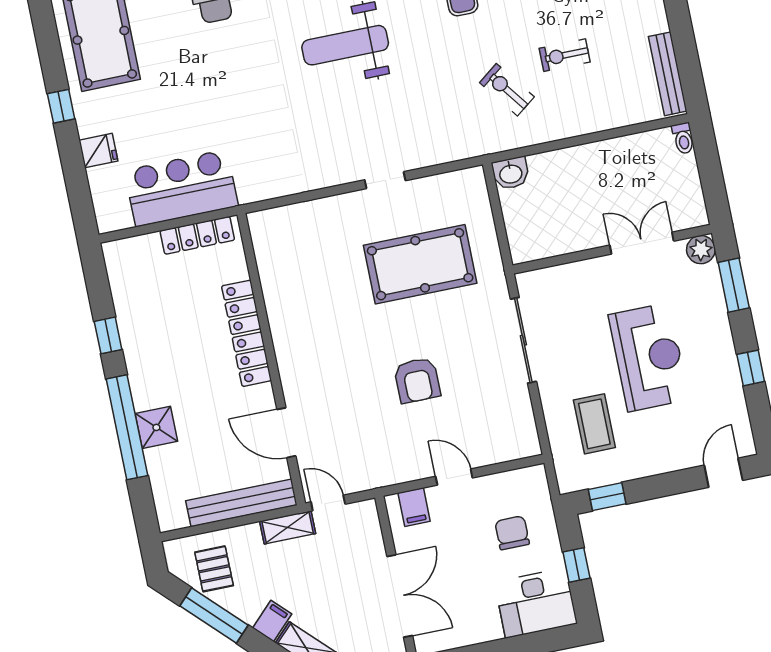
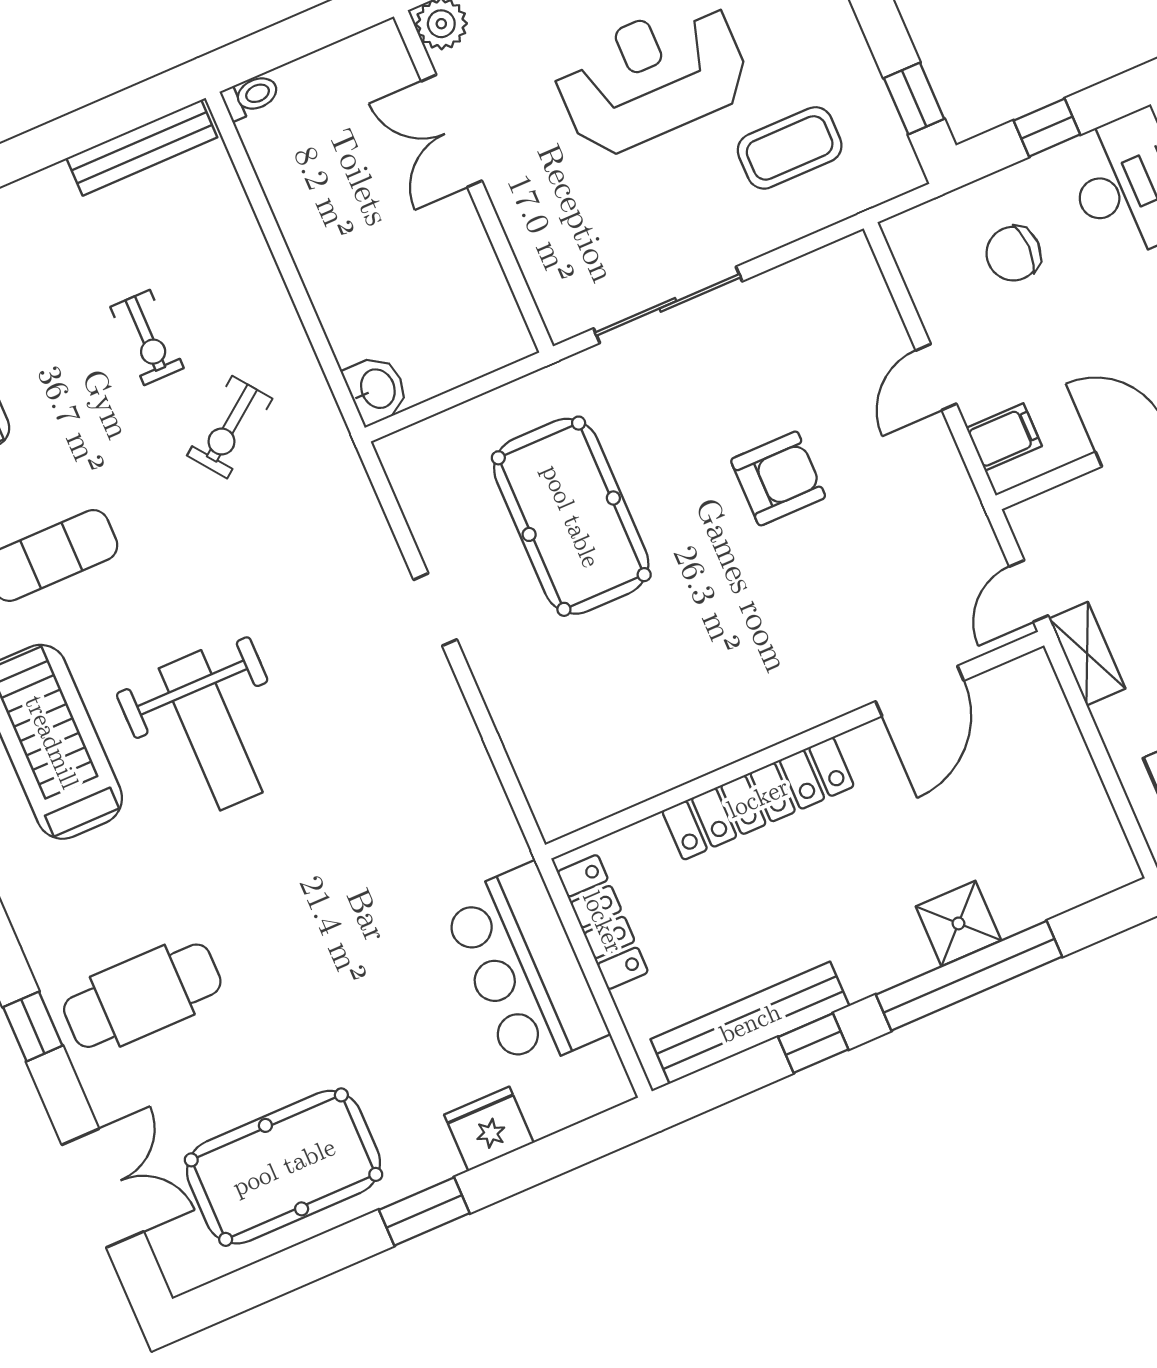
window: (61, 106) -> (424, 1211), width x1.50
fridge: (98, 151) -> (489, 1129), width x1.38
bench: (241, 503) -> (750, 1023), moved, turned 90

